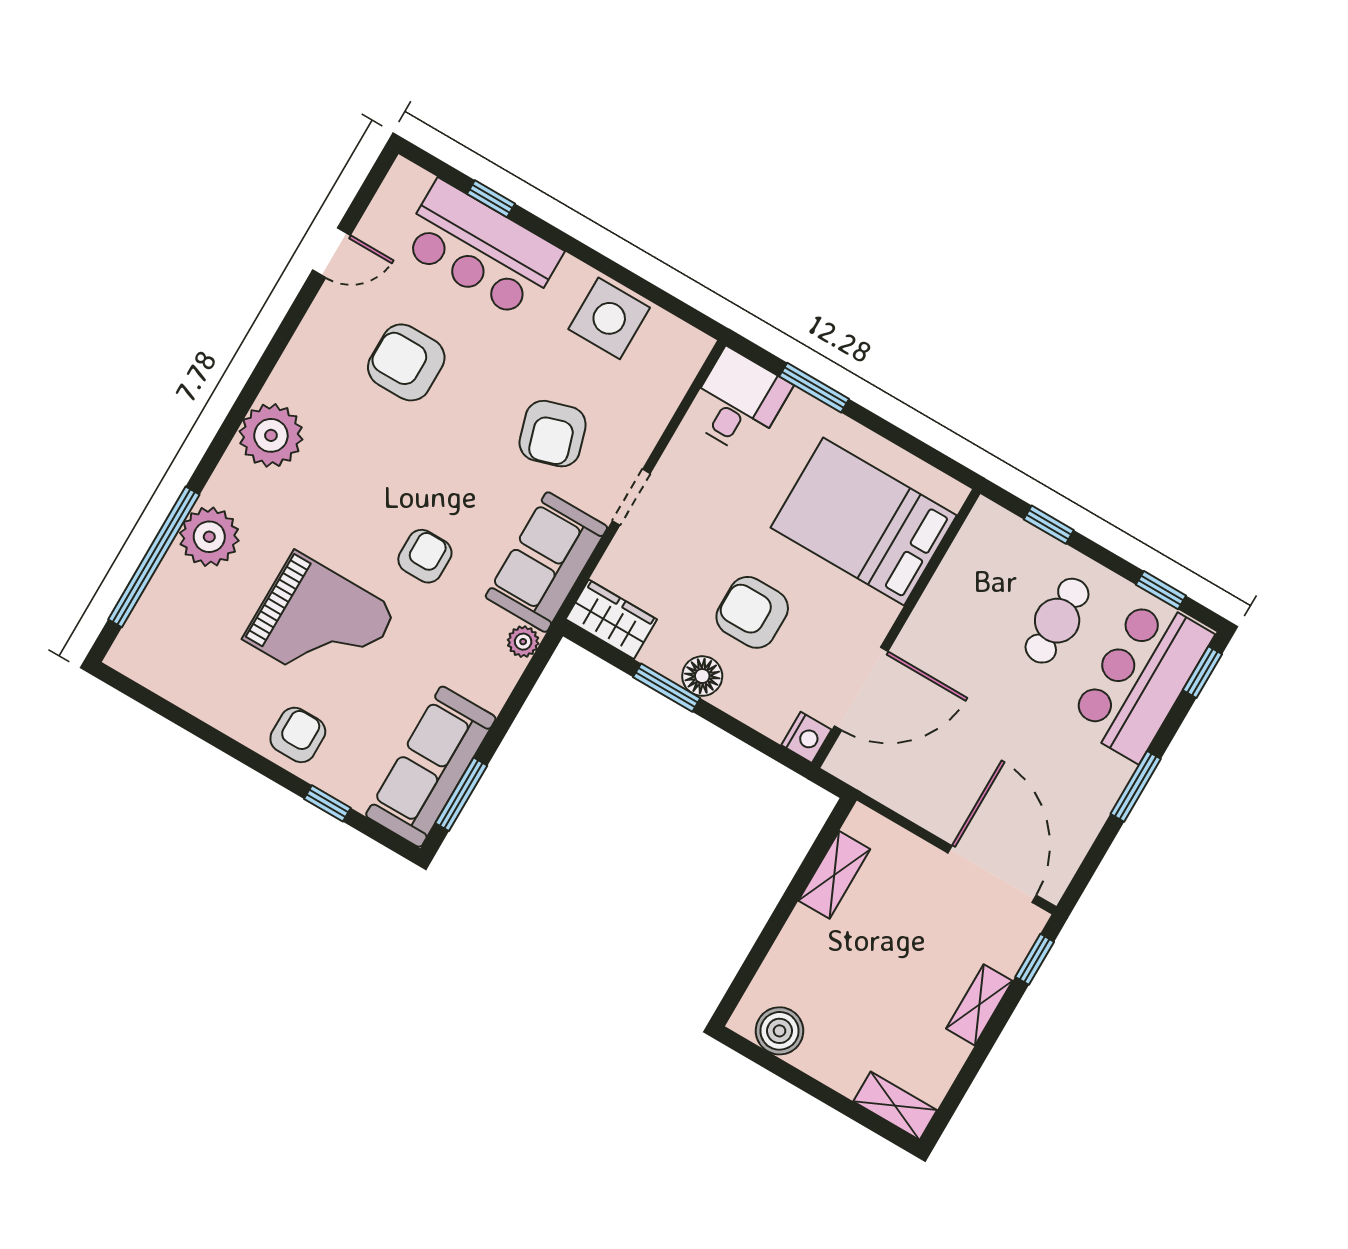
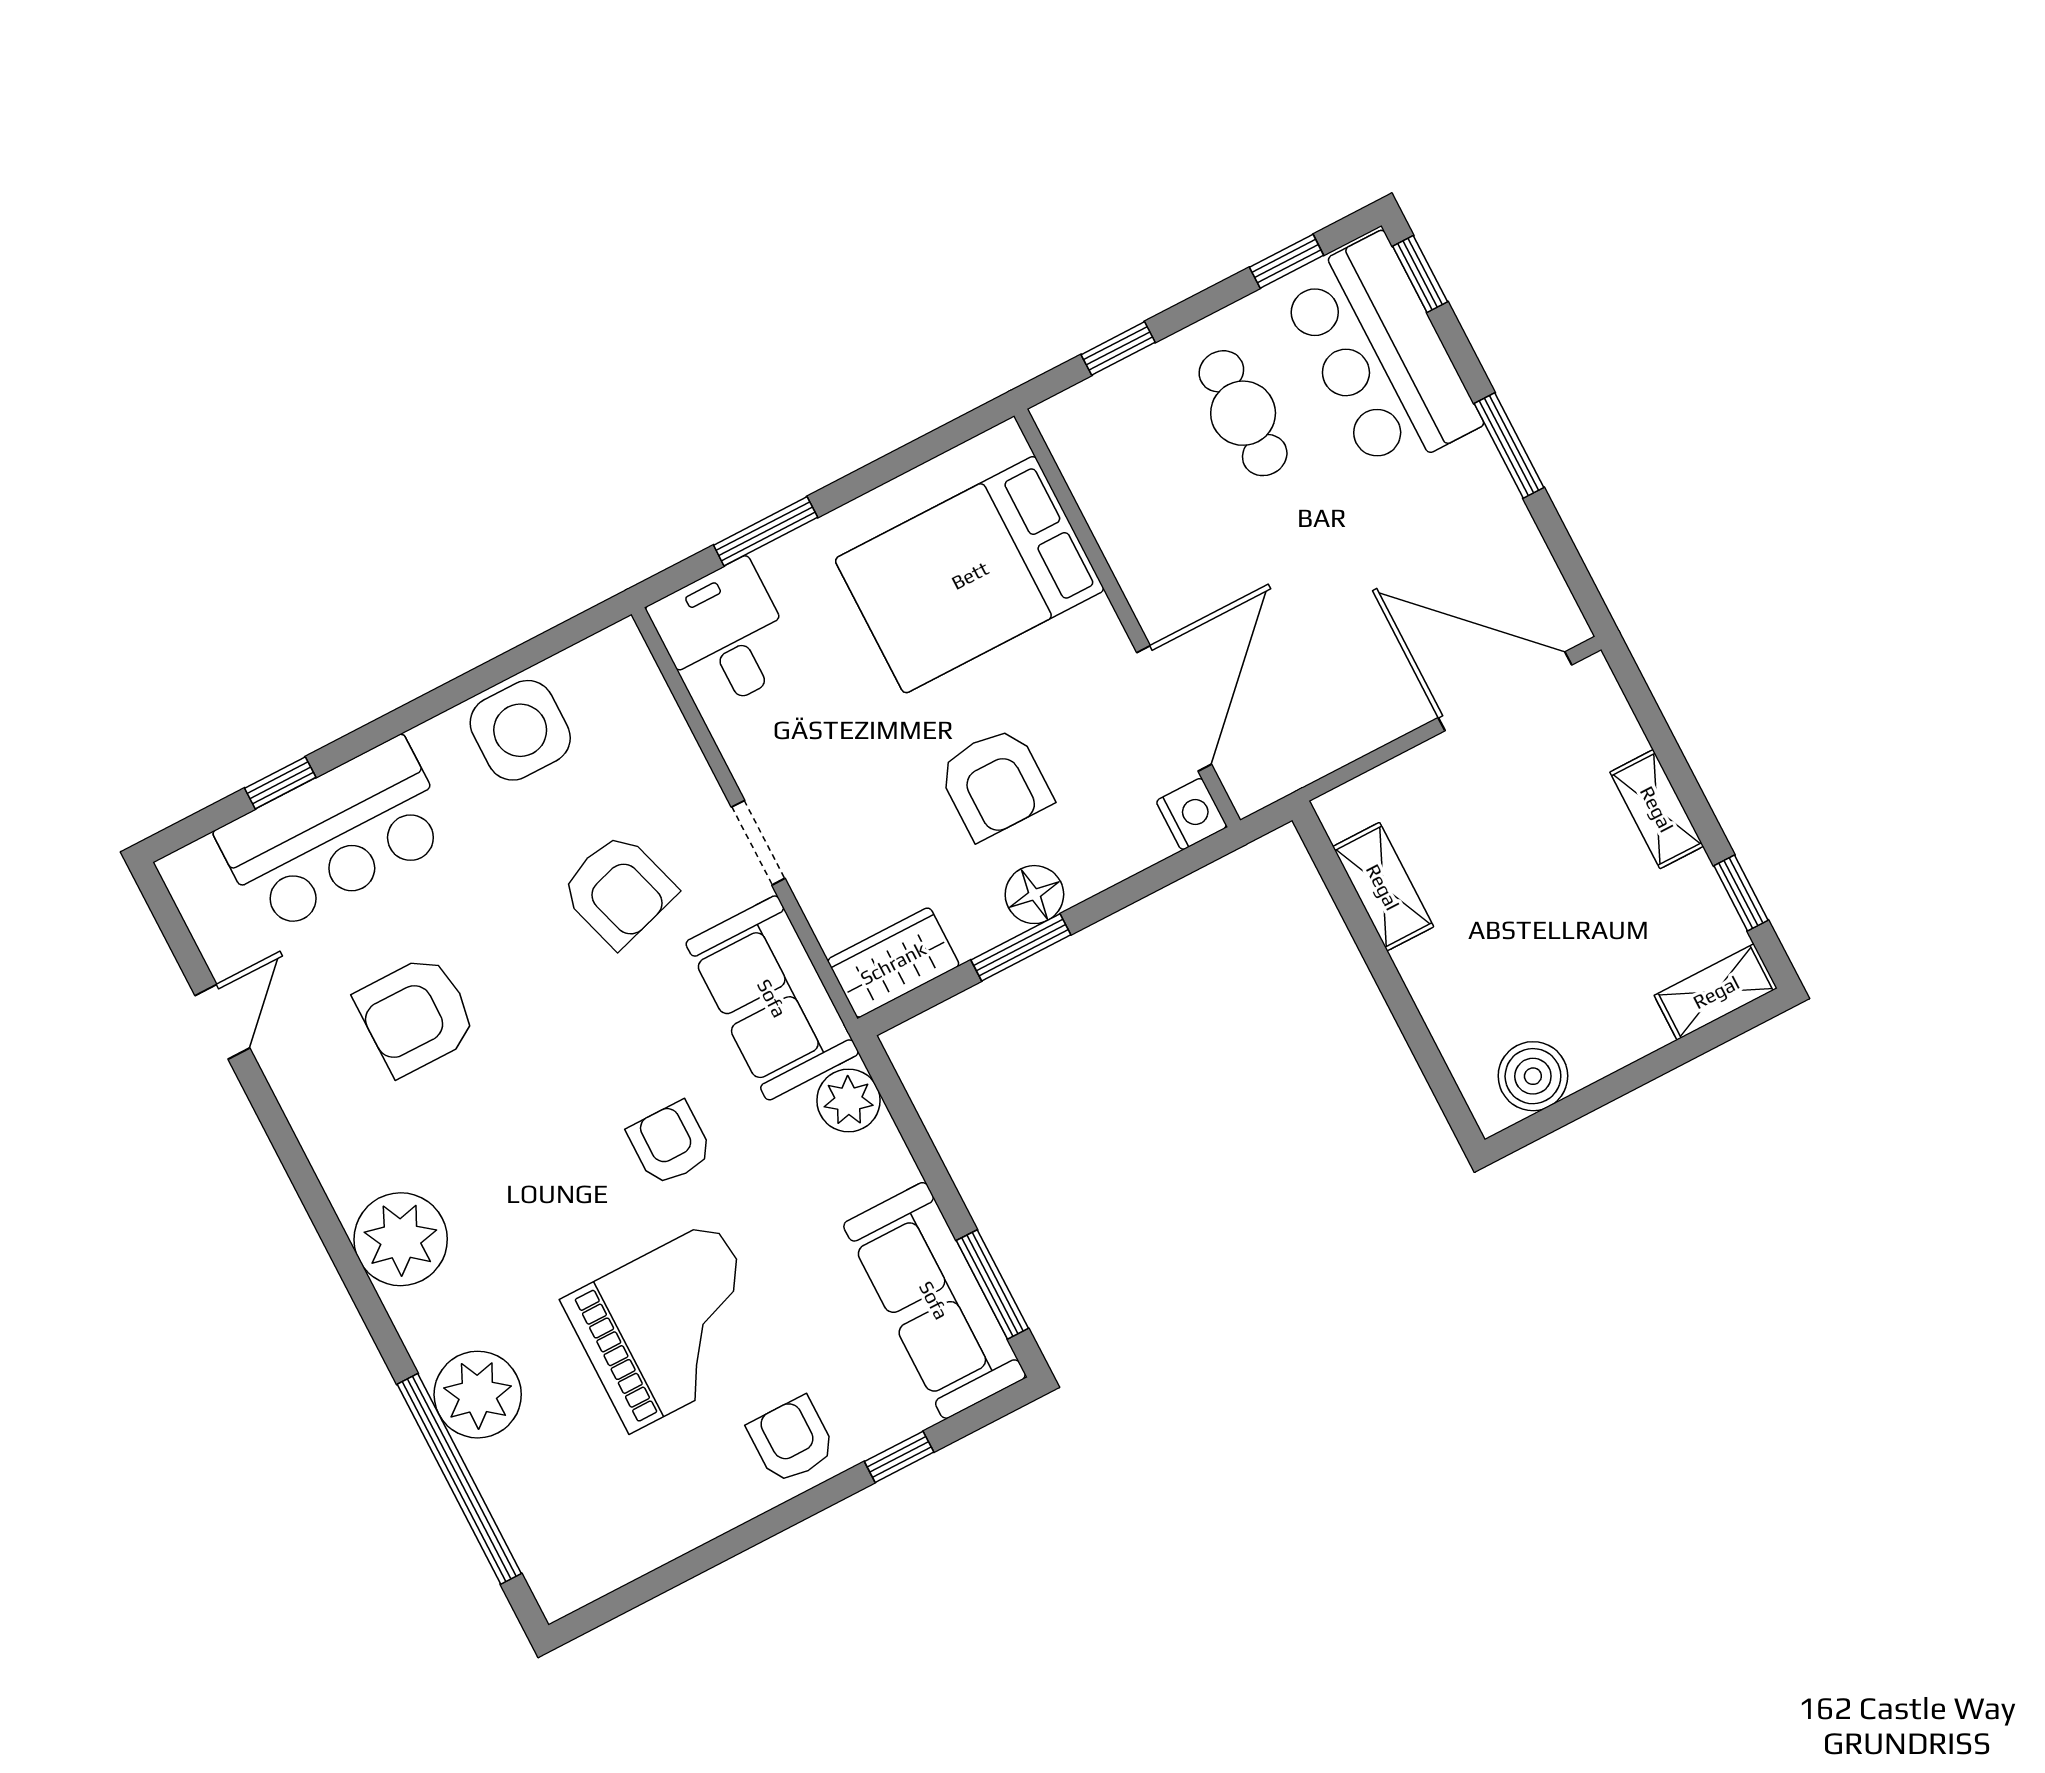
armchair: (752, 612) -> (995, 783), turned -90
plant: (523, 642) -> (848, 1100), width x1.38, depth x1.38
window: (1035, 959) -> (1741, 893), moved

